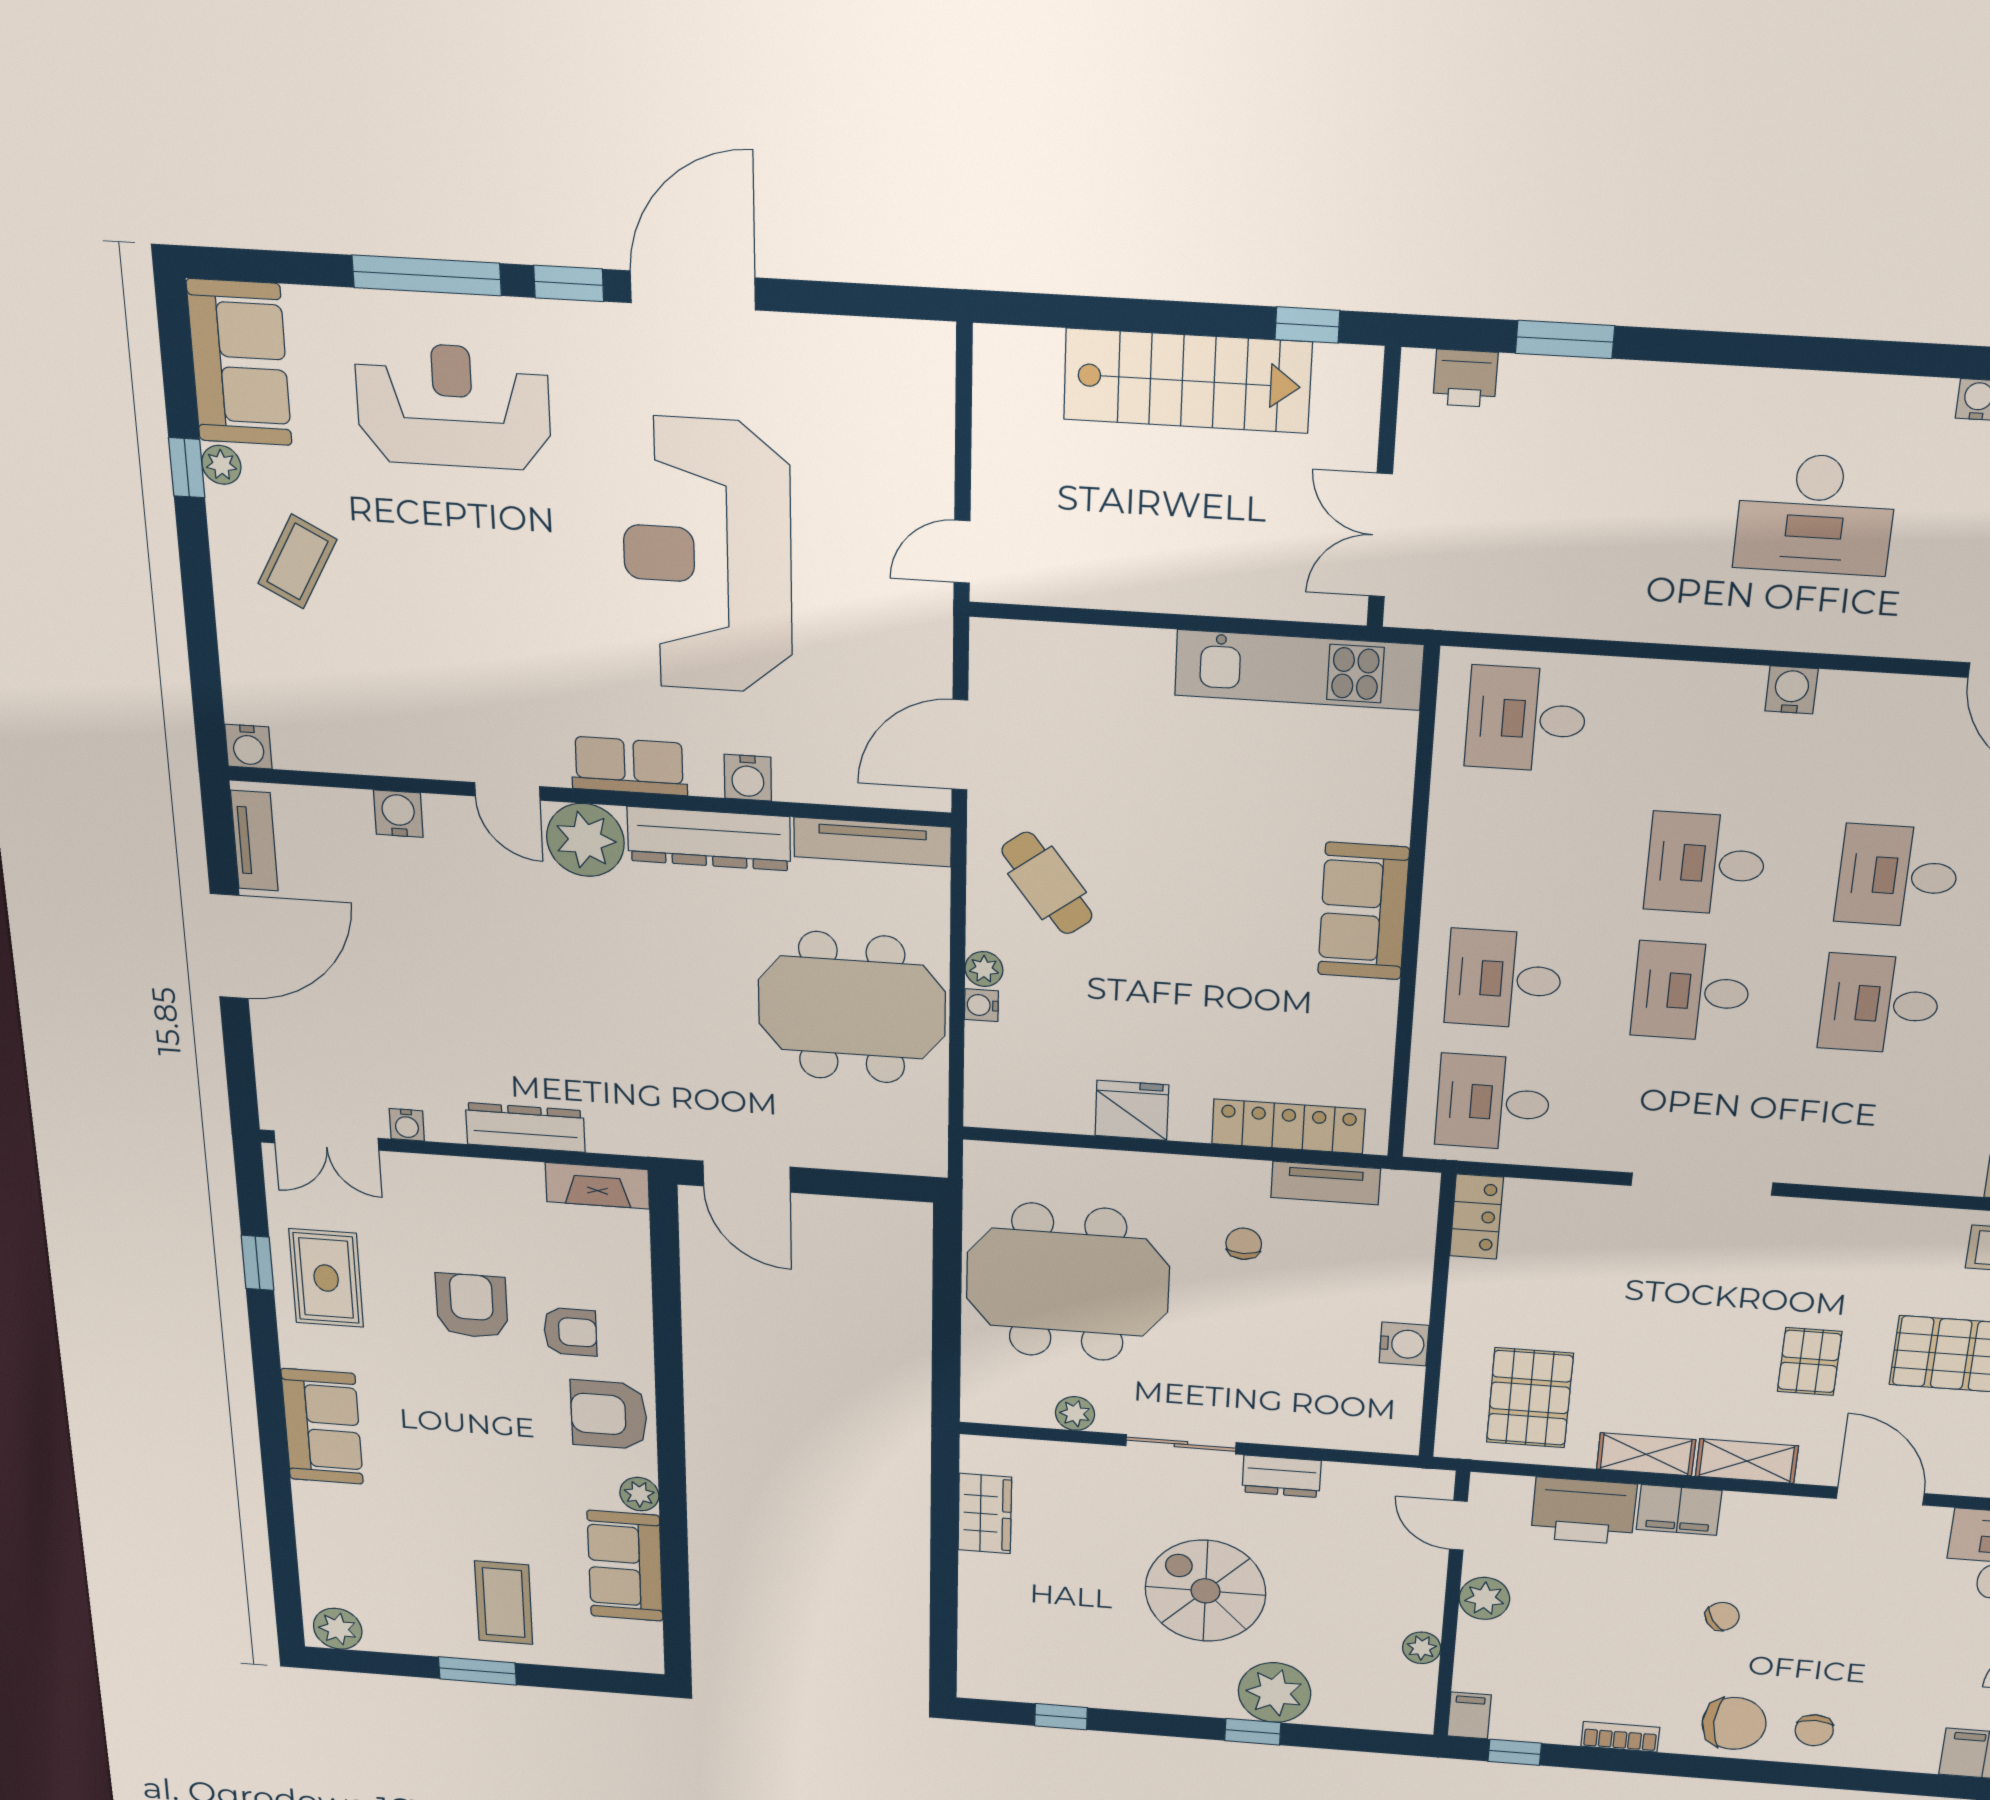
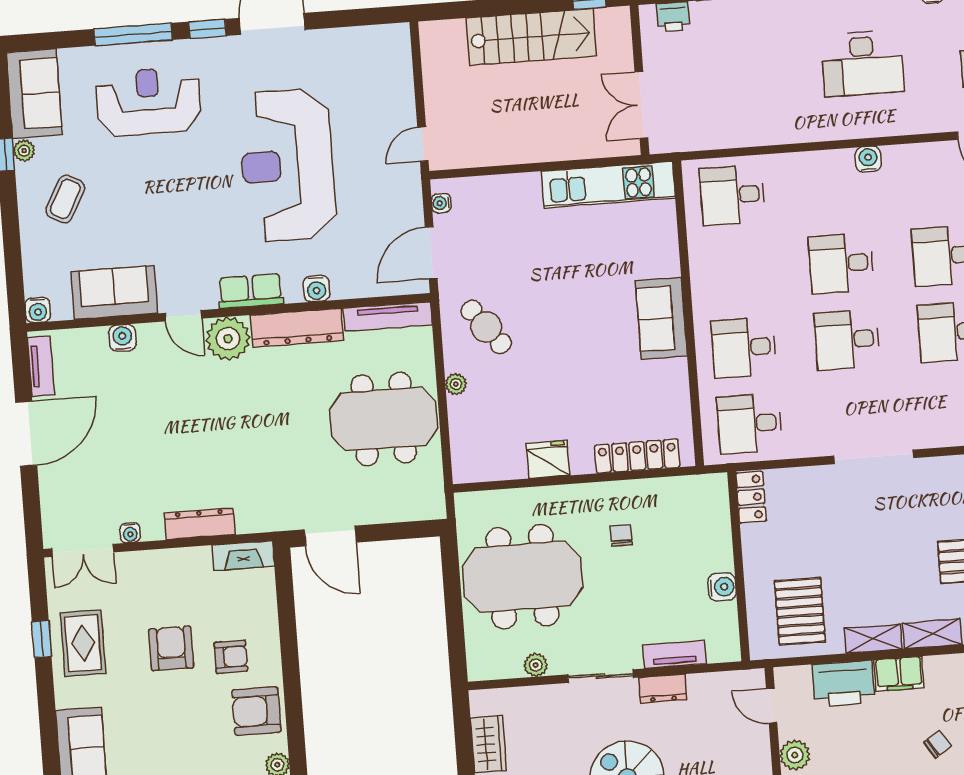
sofa: (385, 735) -> (114, 293), added
water cooler: (981, 1005) -> (441, 203), moved
tv unit: (1326, 1183) -> (674, 654), moved, turned 180

